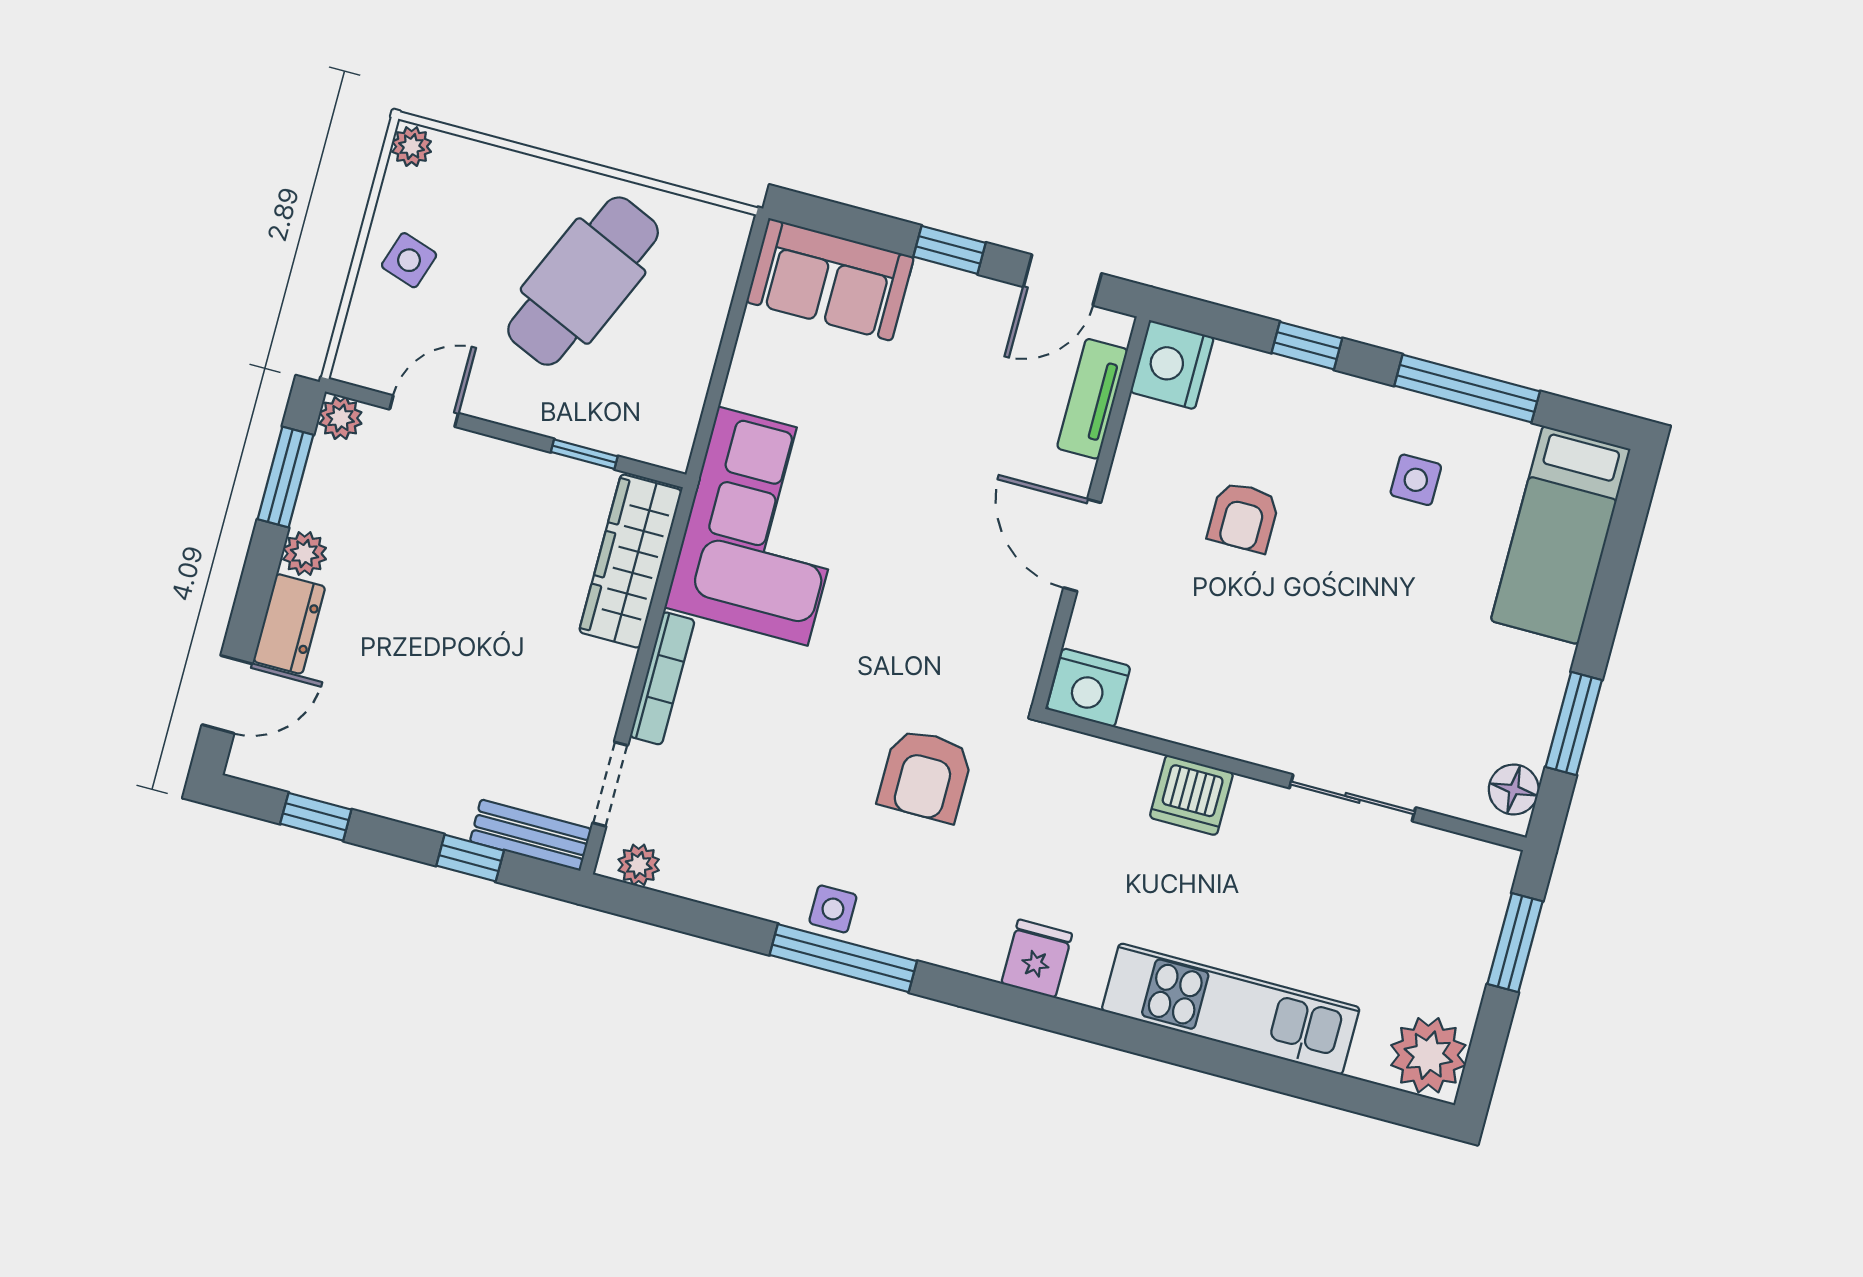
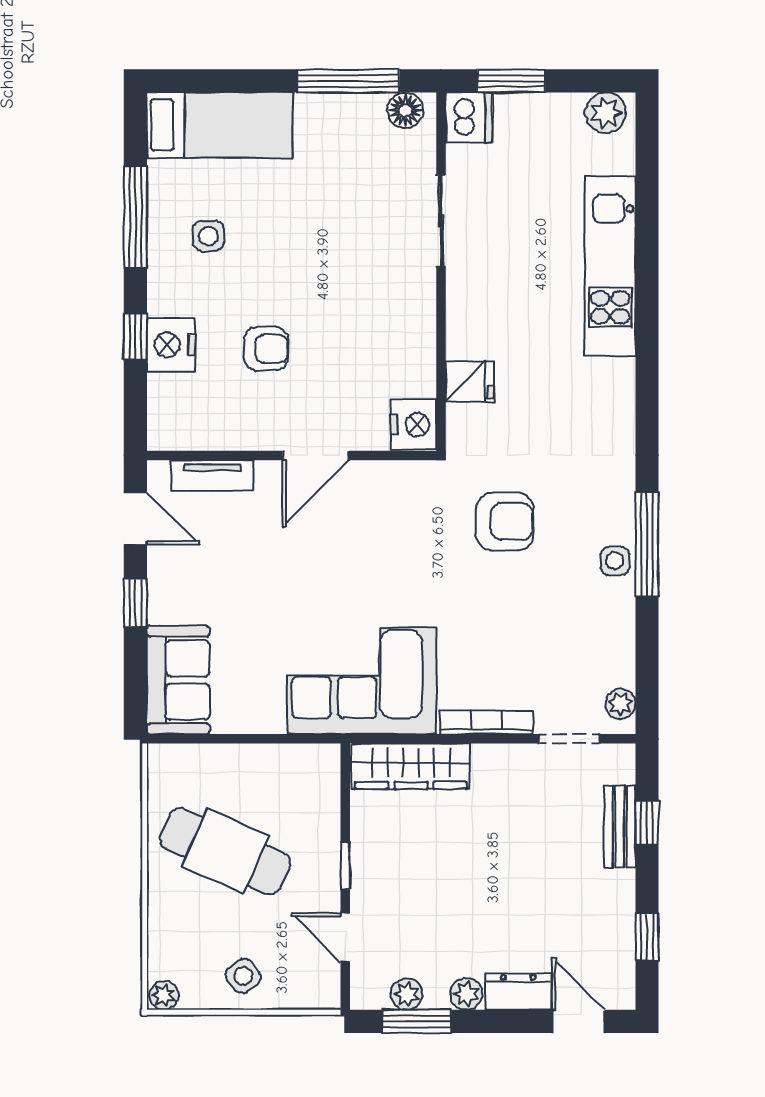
side table: (409, 260) -> (243, 976), turned 35
nightstand: (1172, 365) -> (171, 345), moved, turned 90
plant: (340, 418) -> (407, 994), moved
window: (584, 454) -> (345, 865), moved
window: (1574, 724) -> (348, 81), width x1.44
dishwasher: (1191, 795) -> (469, 118), moved
bench: (531, 835) -> (620, 827), moved
fridge: (1037, 959) -> (470, 382), moved, turned 180
plant: (1428, 1055) -> (606, 113), width x0.73, depth x0.73

